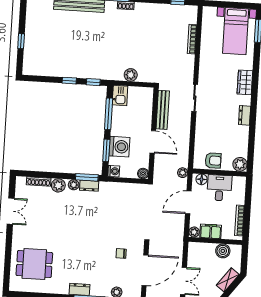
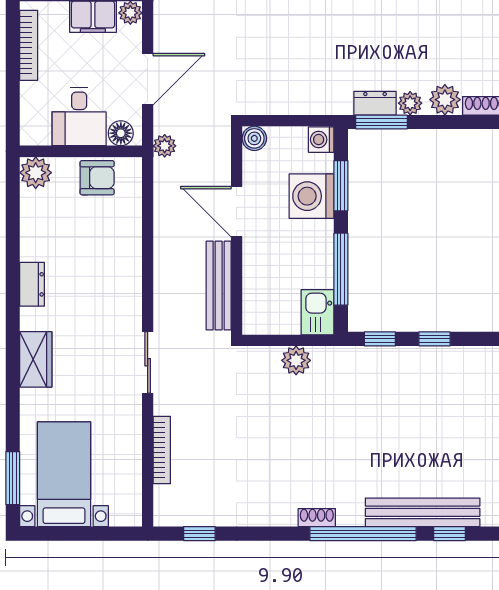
sliding door: (195, 98) -> (148, 362), moved
armchair: (213, 160) -> (97, 178), turned 180

